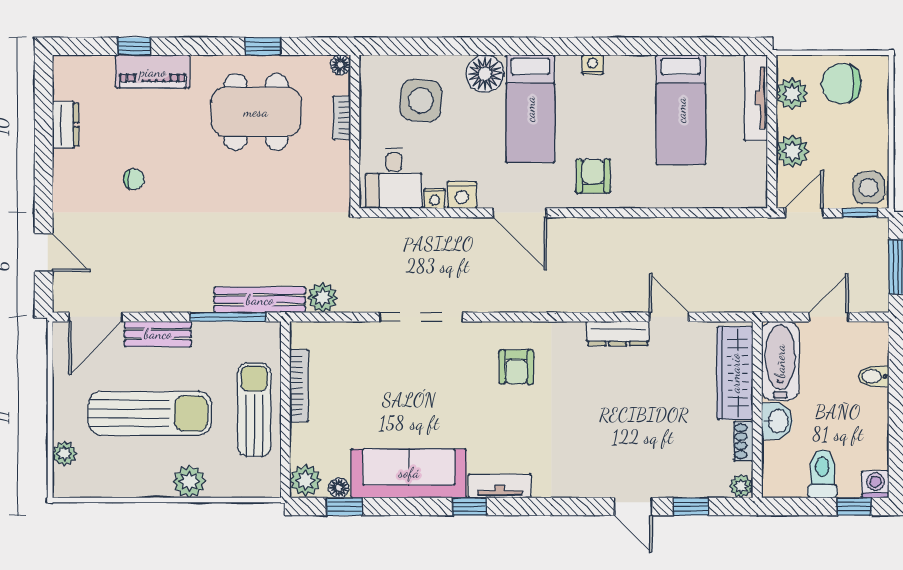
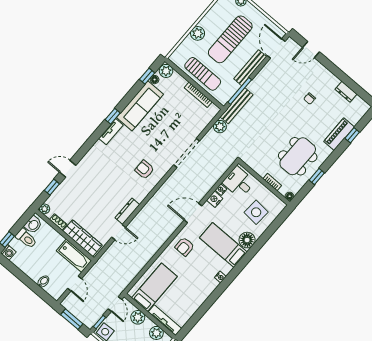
bed: (681, 110) -> (154, 287), moved, turned 90
armchair: (593, 176) -> (185, 247), turned 90
bench: (158, 334) -> (250, 68), width x1.36
washbasin: (777, 421) -> (33, 225), moved, turned -90

